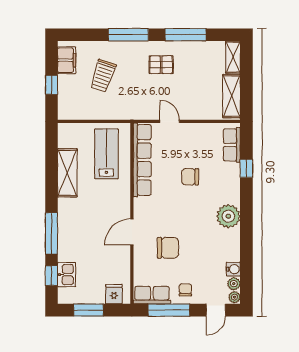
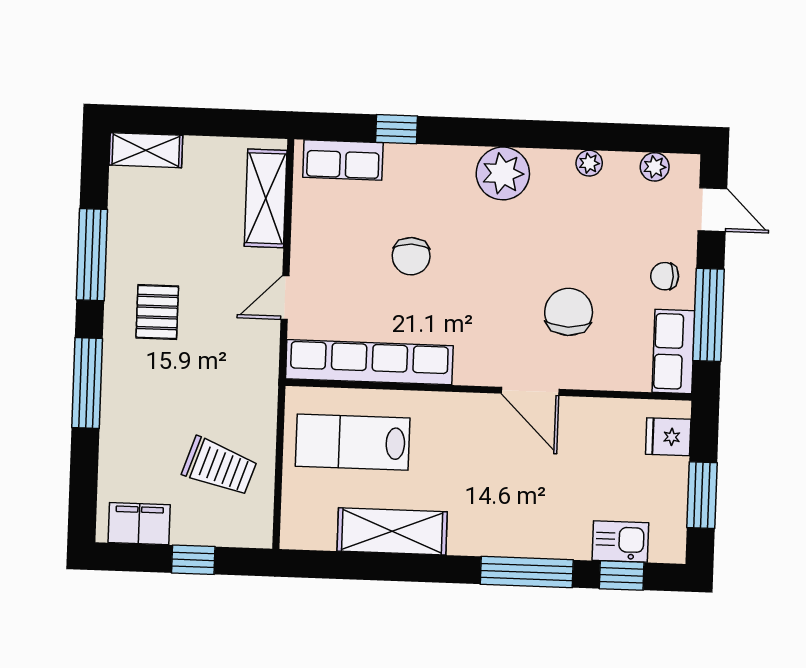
trolley: (103, 76) -> (219, 467), moved
shelving: (232, 96) -> (266, 198), moved, turned 90
water cooler: (233, 269) -> (622, 167), removed
plant: (234, 297) -> (589, 163), moved

